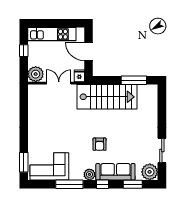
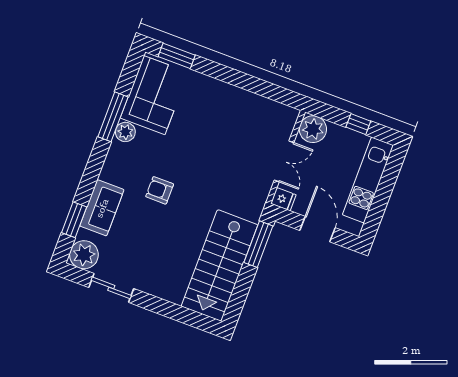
door: (88, 51) -> (318, 229), hinge flipped
window: (134, 80) -> (258, 244), moved
stairs: (107, 97) -> (220, 266), moved
sofa: (115, 172) -> (102, 208), width x0.73
plant: (89, 174) -> (125, 132), moved
window: (102, 184) -> (93, 171), removed

